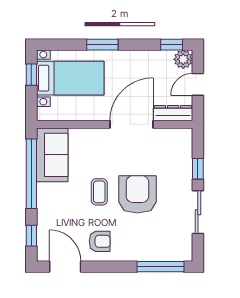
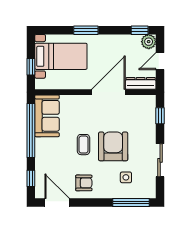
window: (31, 75) -> (31, 67), moved
window: (198, 169) -> (160, 116), moved
side table: (154, 234) -> (126, 177), added

